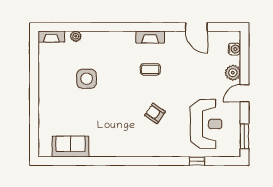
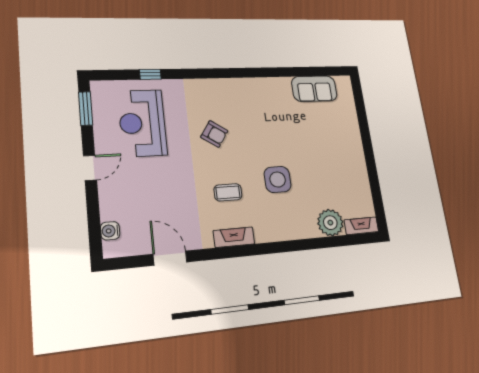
plant: (76, 36) -> (330, 223), width x1.88, depth x1.88
plant: (233, 73) -> (110, 196), removed
side table: (87, 79) -> (278, 180), moved

